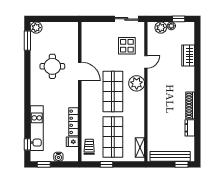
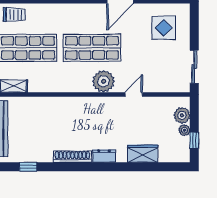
display table: (127, 46) -> (164, 28), moved
door: (146, 62) -> (134, 94), swing flipped
dresser: (190, 128) -> (104, 156), moved
window: (197, 137) -> (28, 167), added

